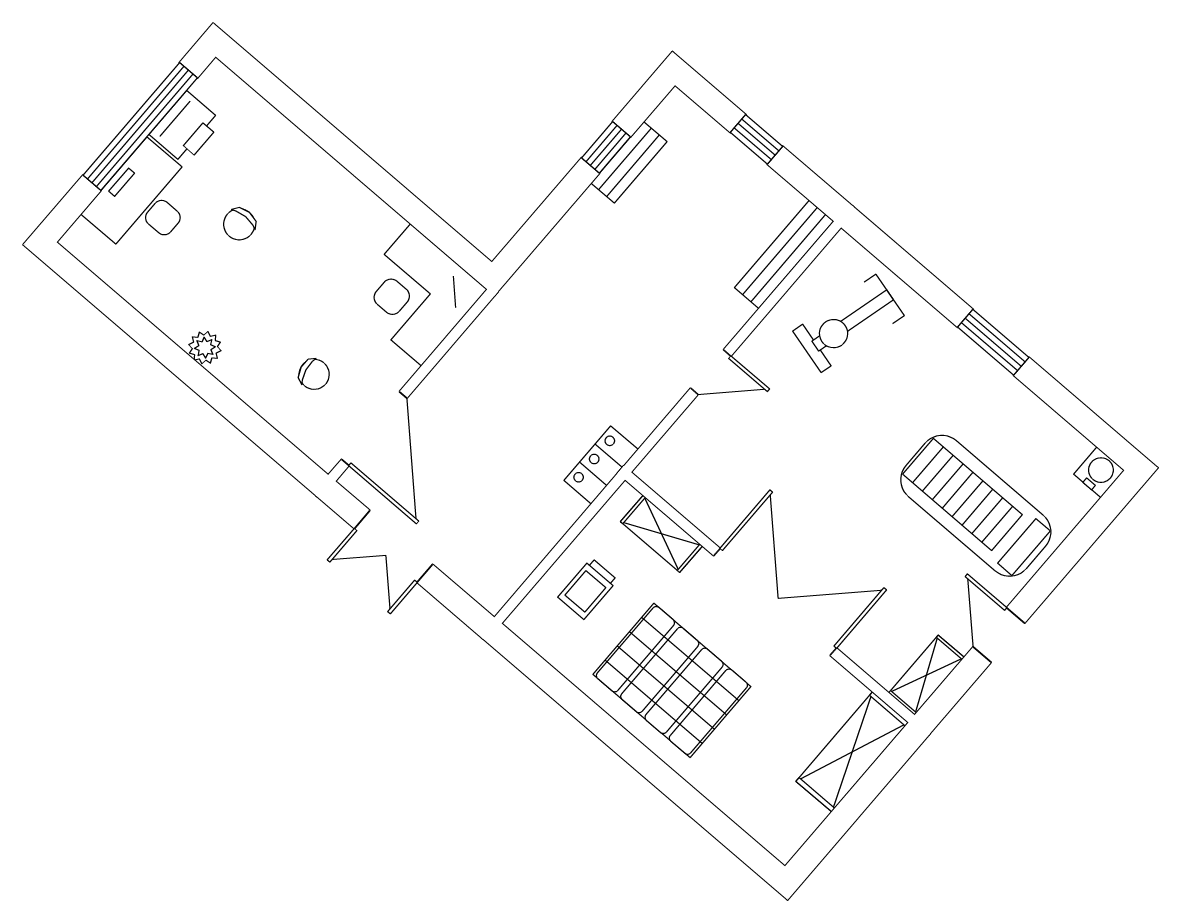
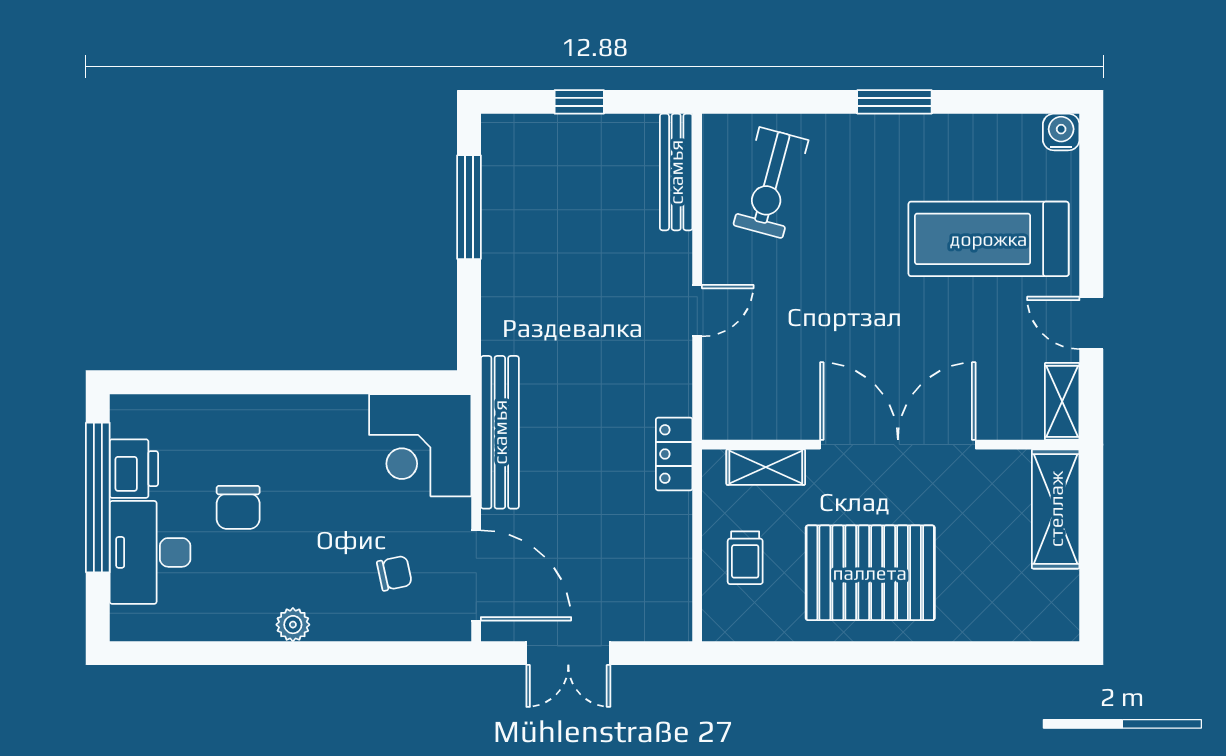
window: (606, 147) -> (469, 207), width x2.17
bench: (629, 162) -> (500, 432), moved, width x1.86, depth x1.21
chair: (239, 224) -> (238, 507), width x1.37, depth x1.37

